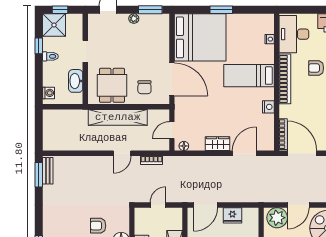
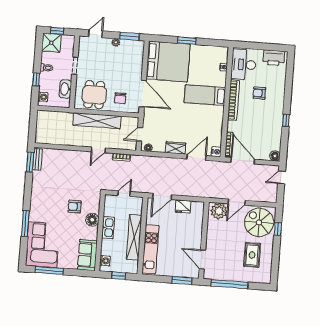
window: (39, 46) -> (36, 79), moved
nightstand: (268, 107) -> (216, 152), moved

